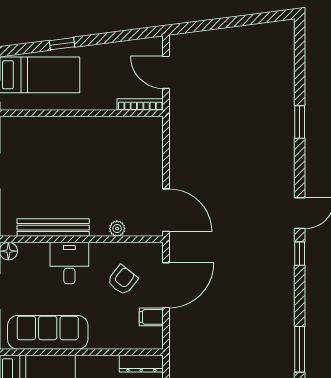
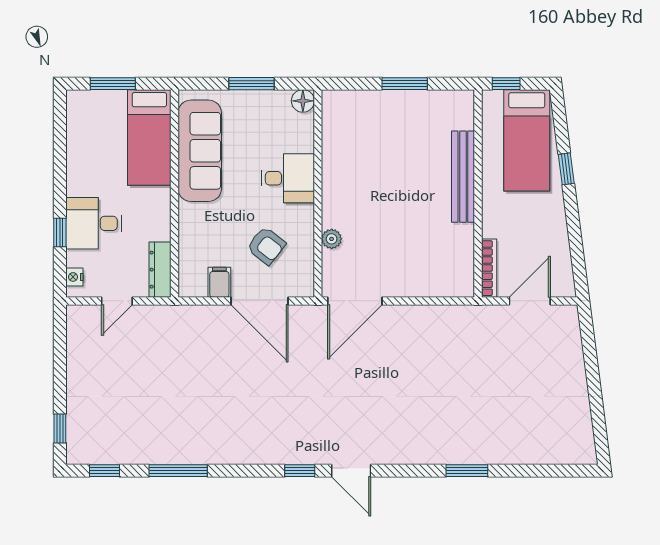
bench: (53, 228) -> (463, 177), moved

